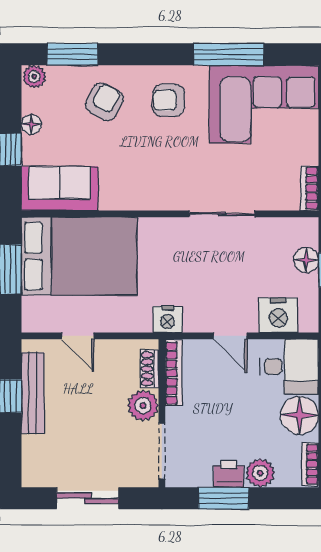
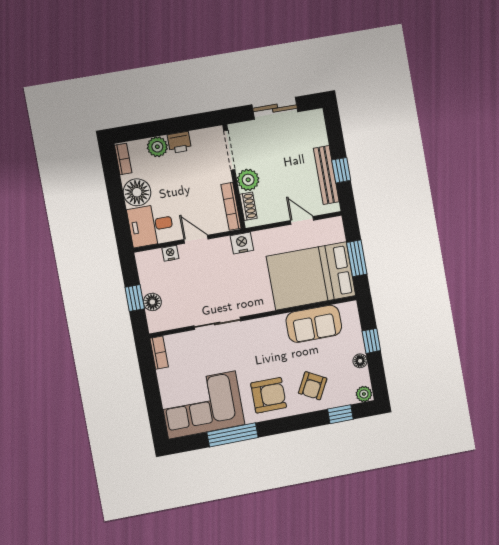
window: (72, 54) -> (340, 414), width x0.67
armchair: (169, 100) -> (269, 395), width x1.38, depth x1.38
sofa: (60, 188) -> (314, 324), moved
nightstand: (278, 315) -> (170, 253), width x0.53, depth x0.56
window: (223, 498) -> (180, 124), removed

